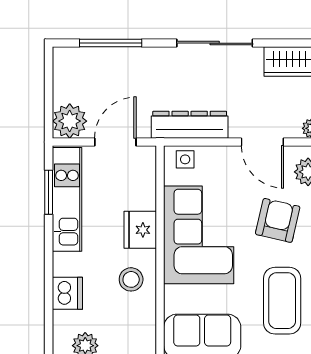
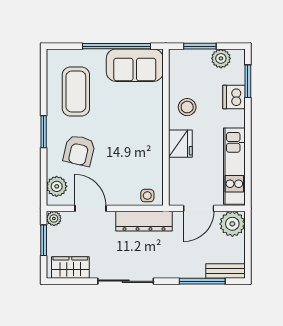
bench: (79, 57) -> (226, 271), added
window: (49, 192) -> (248, 81), moved
corner sofa: (199, 235) -> (137, 140), removed

